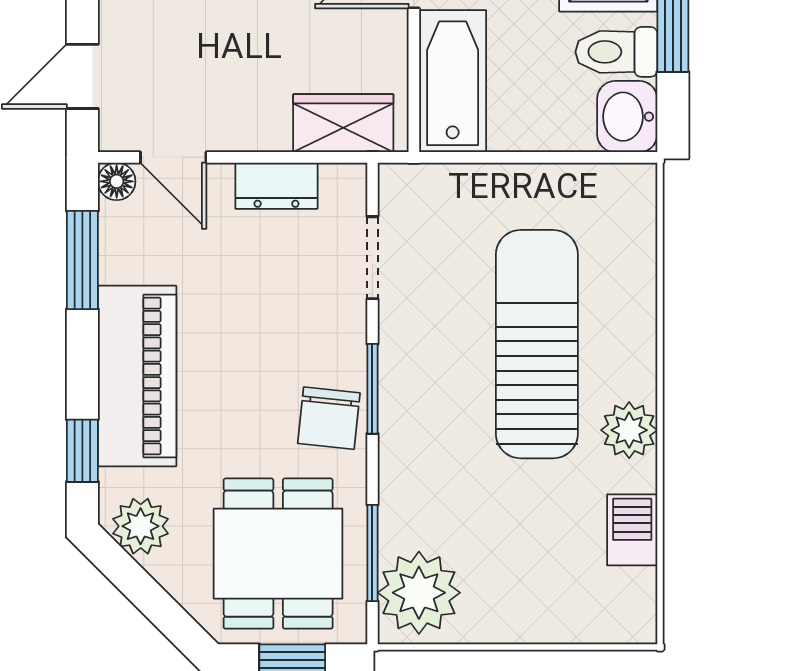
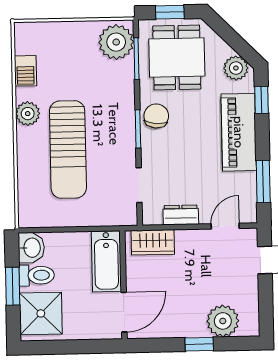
door: (173, 157) -> (225, 226), hinge flipped
floor lamp: (117, 181) -> (249, 215), removed

